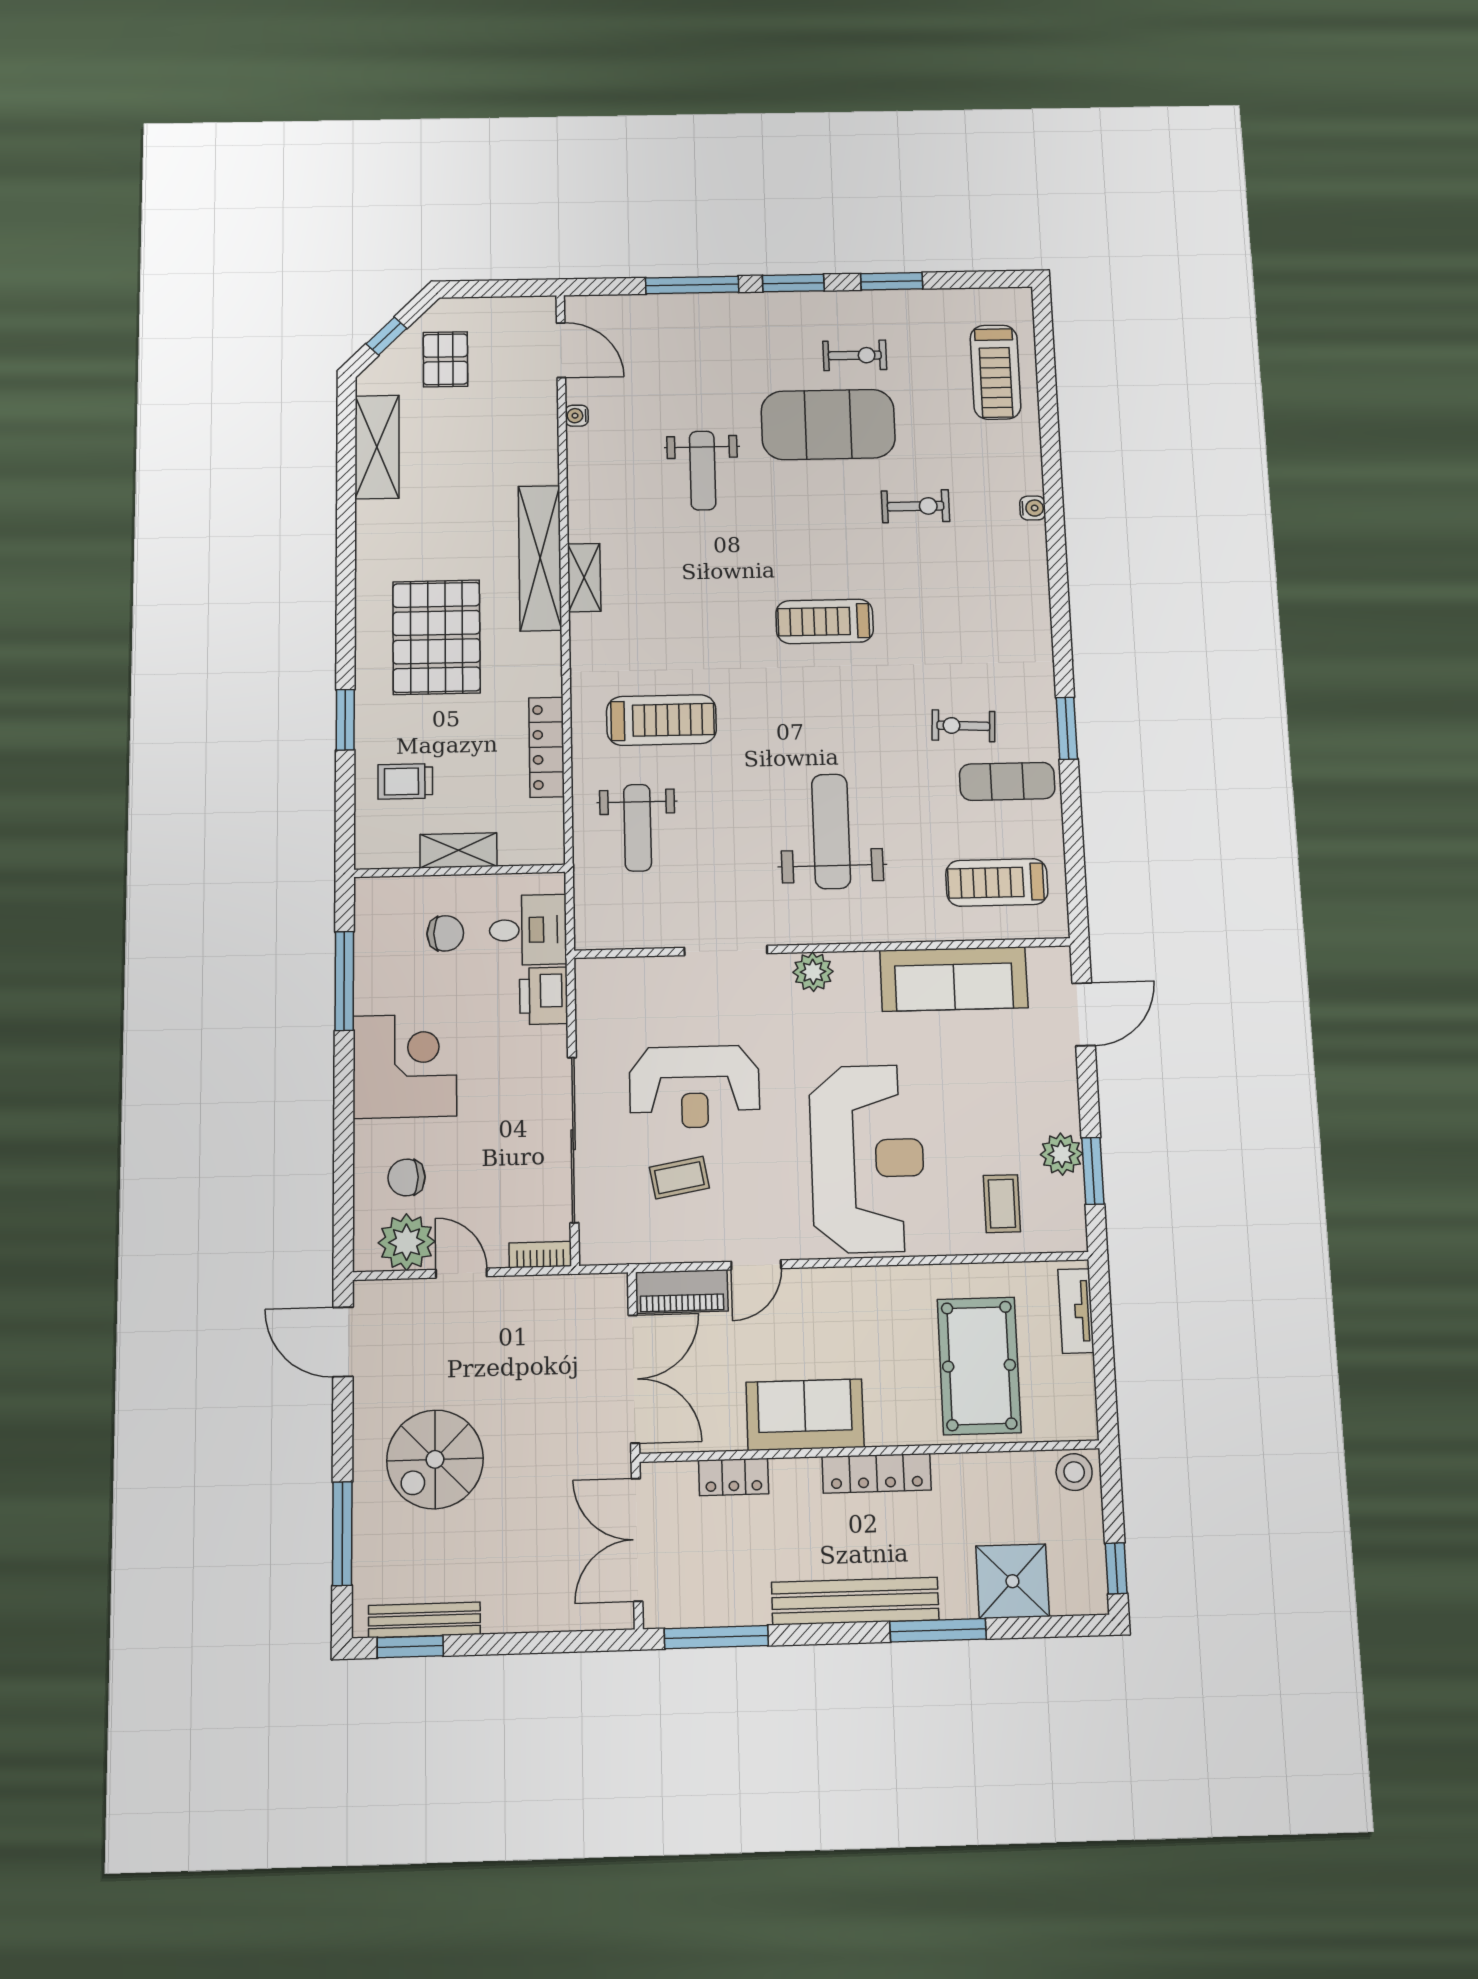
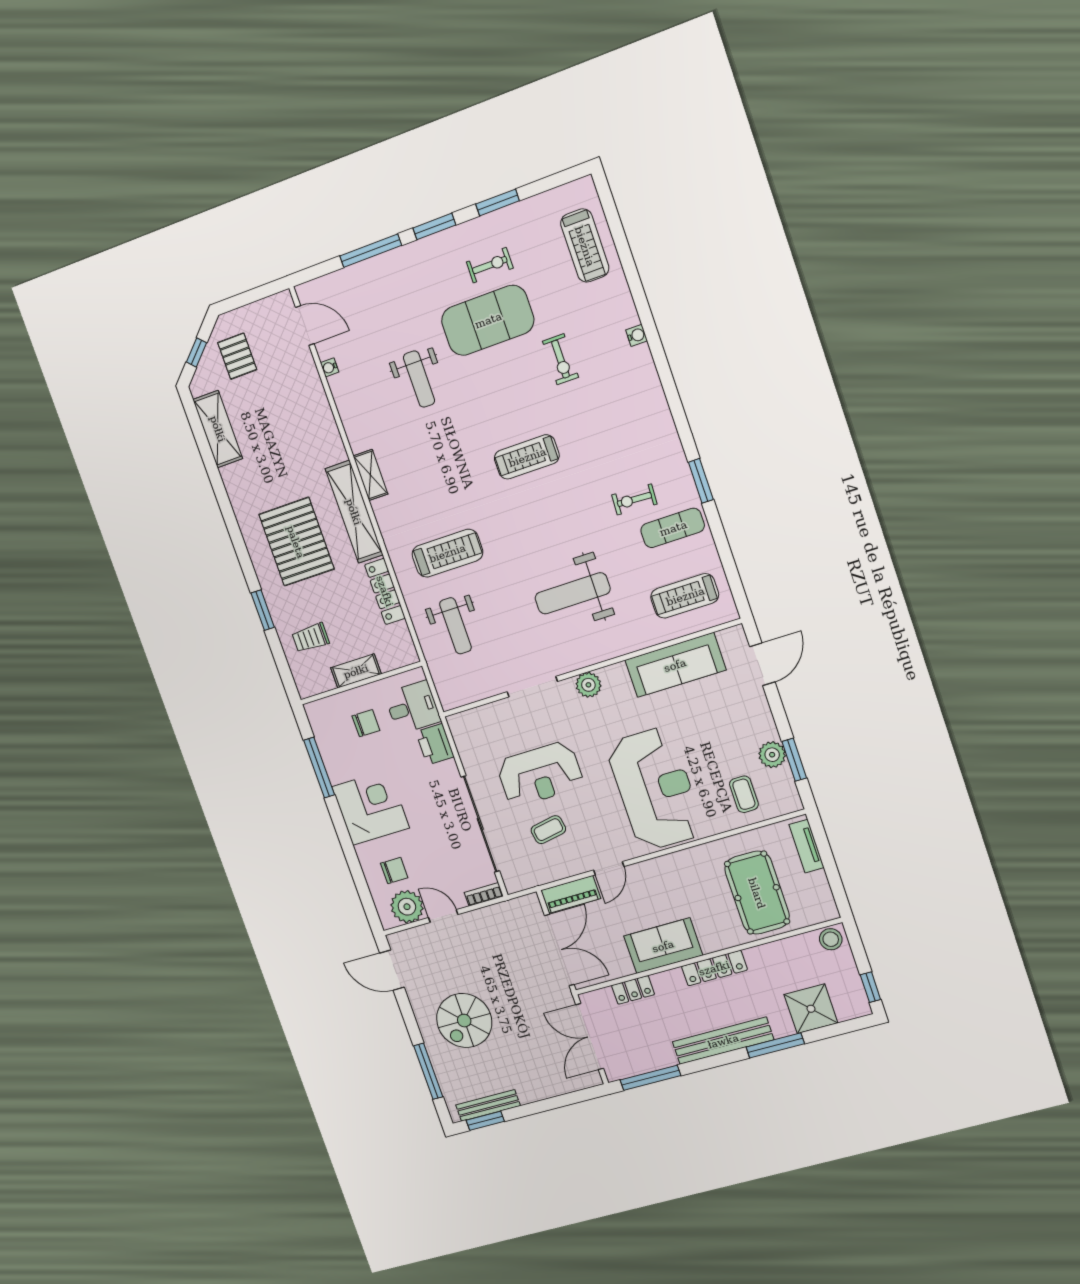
exercise bike: (916, 506) -> (561, 359), turned 90
shelving: (540, 558) -> (354, 512), moved
weight bench: (831, 831) -> (573, 593), turned -90
chair: (407, 1177) -> (394, 871), turned 180

